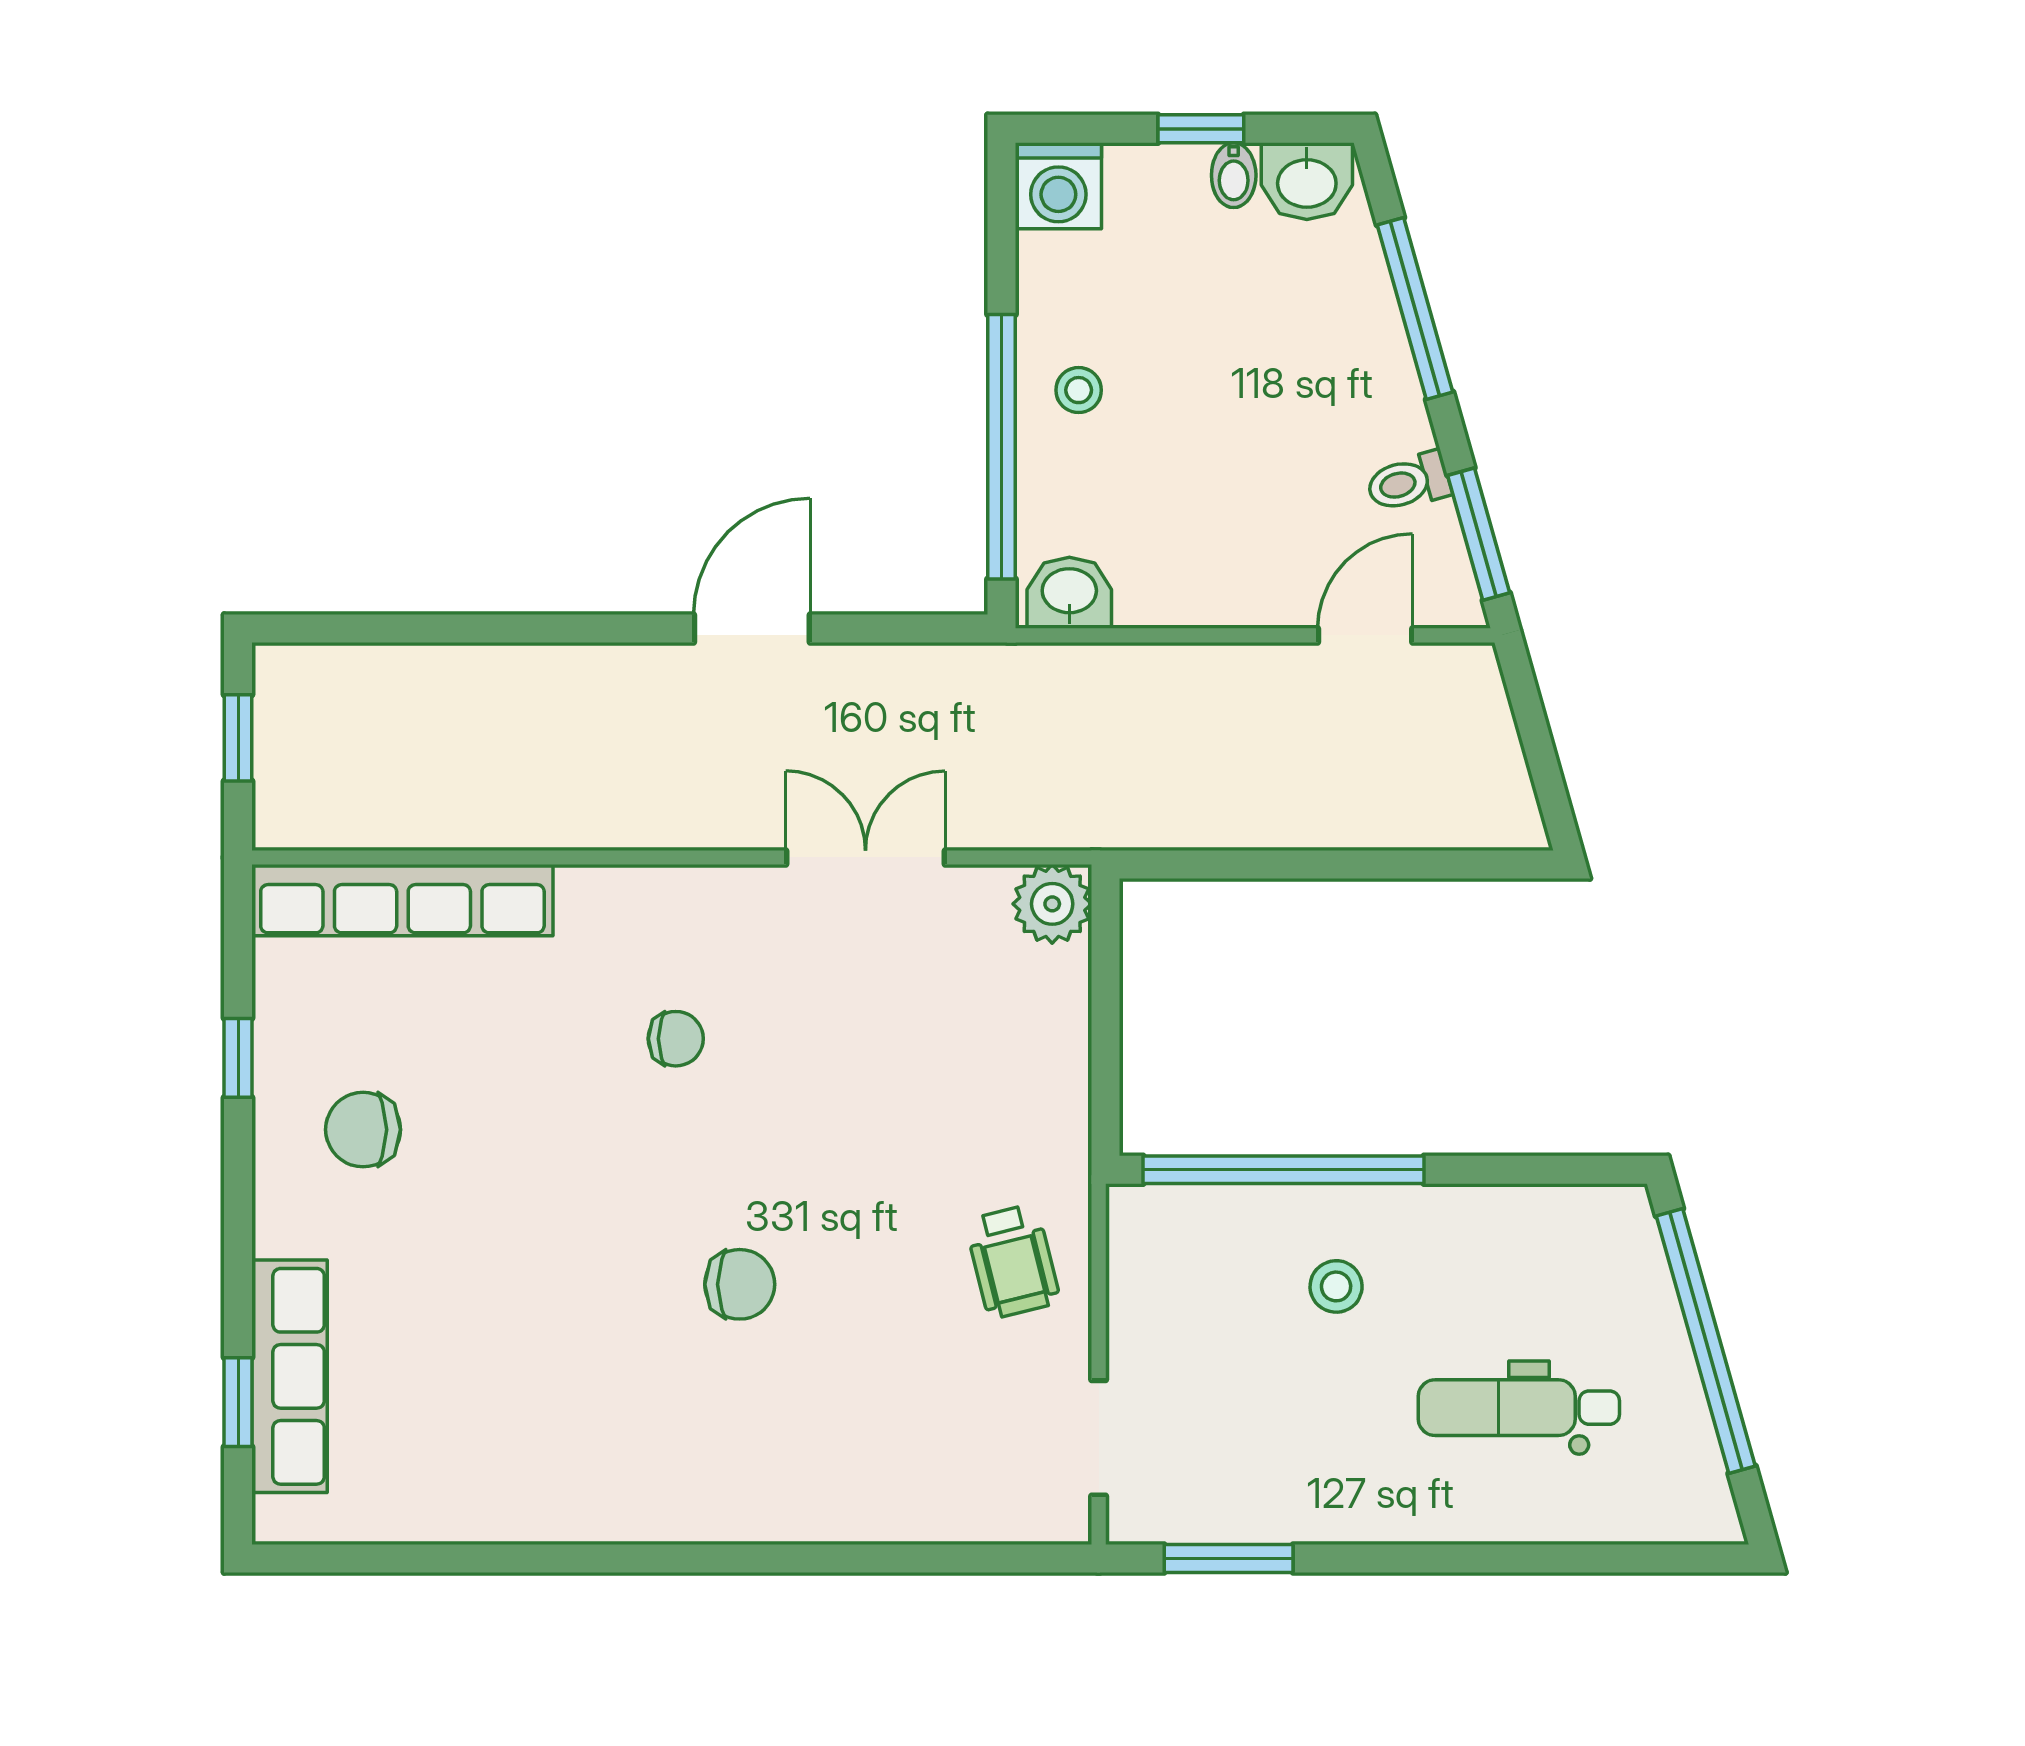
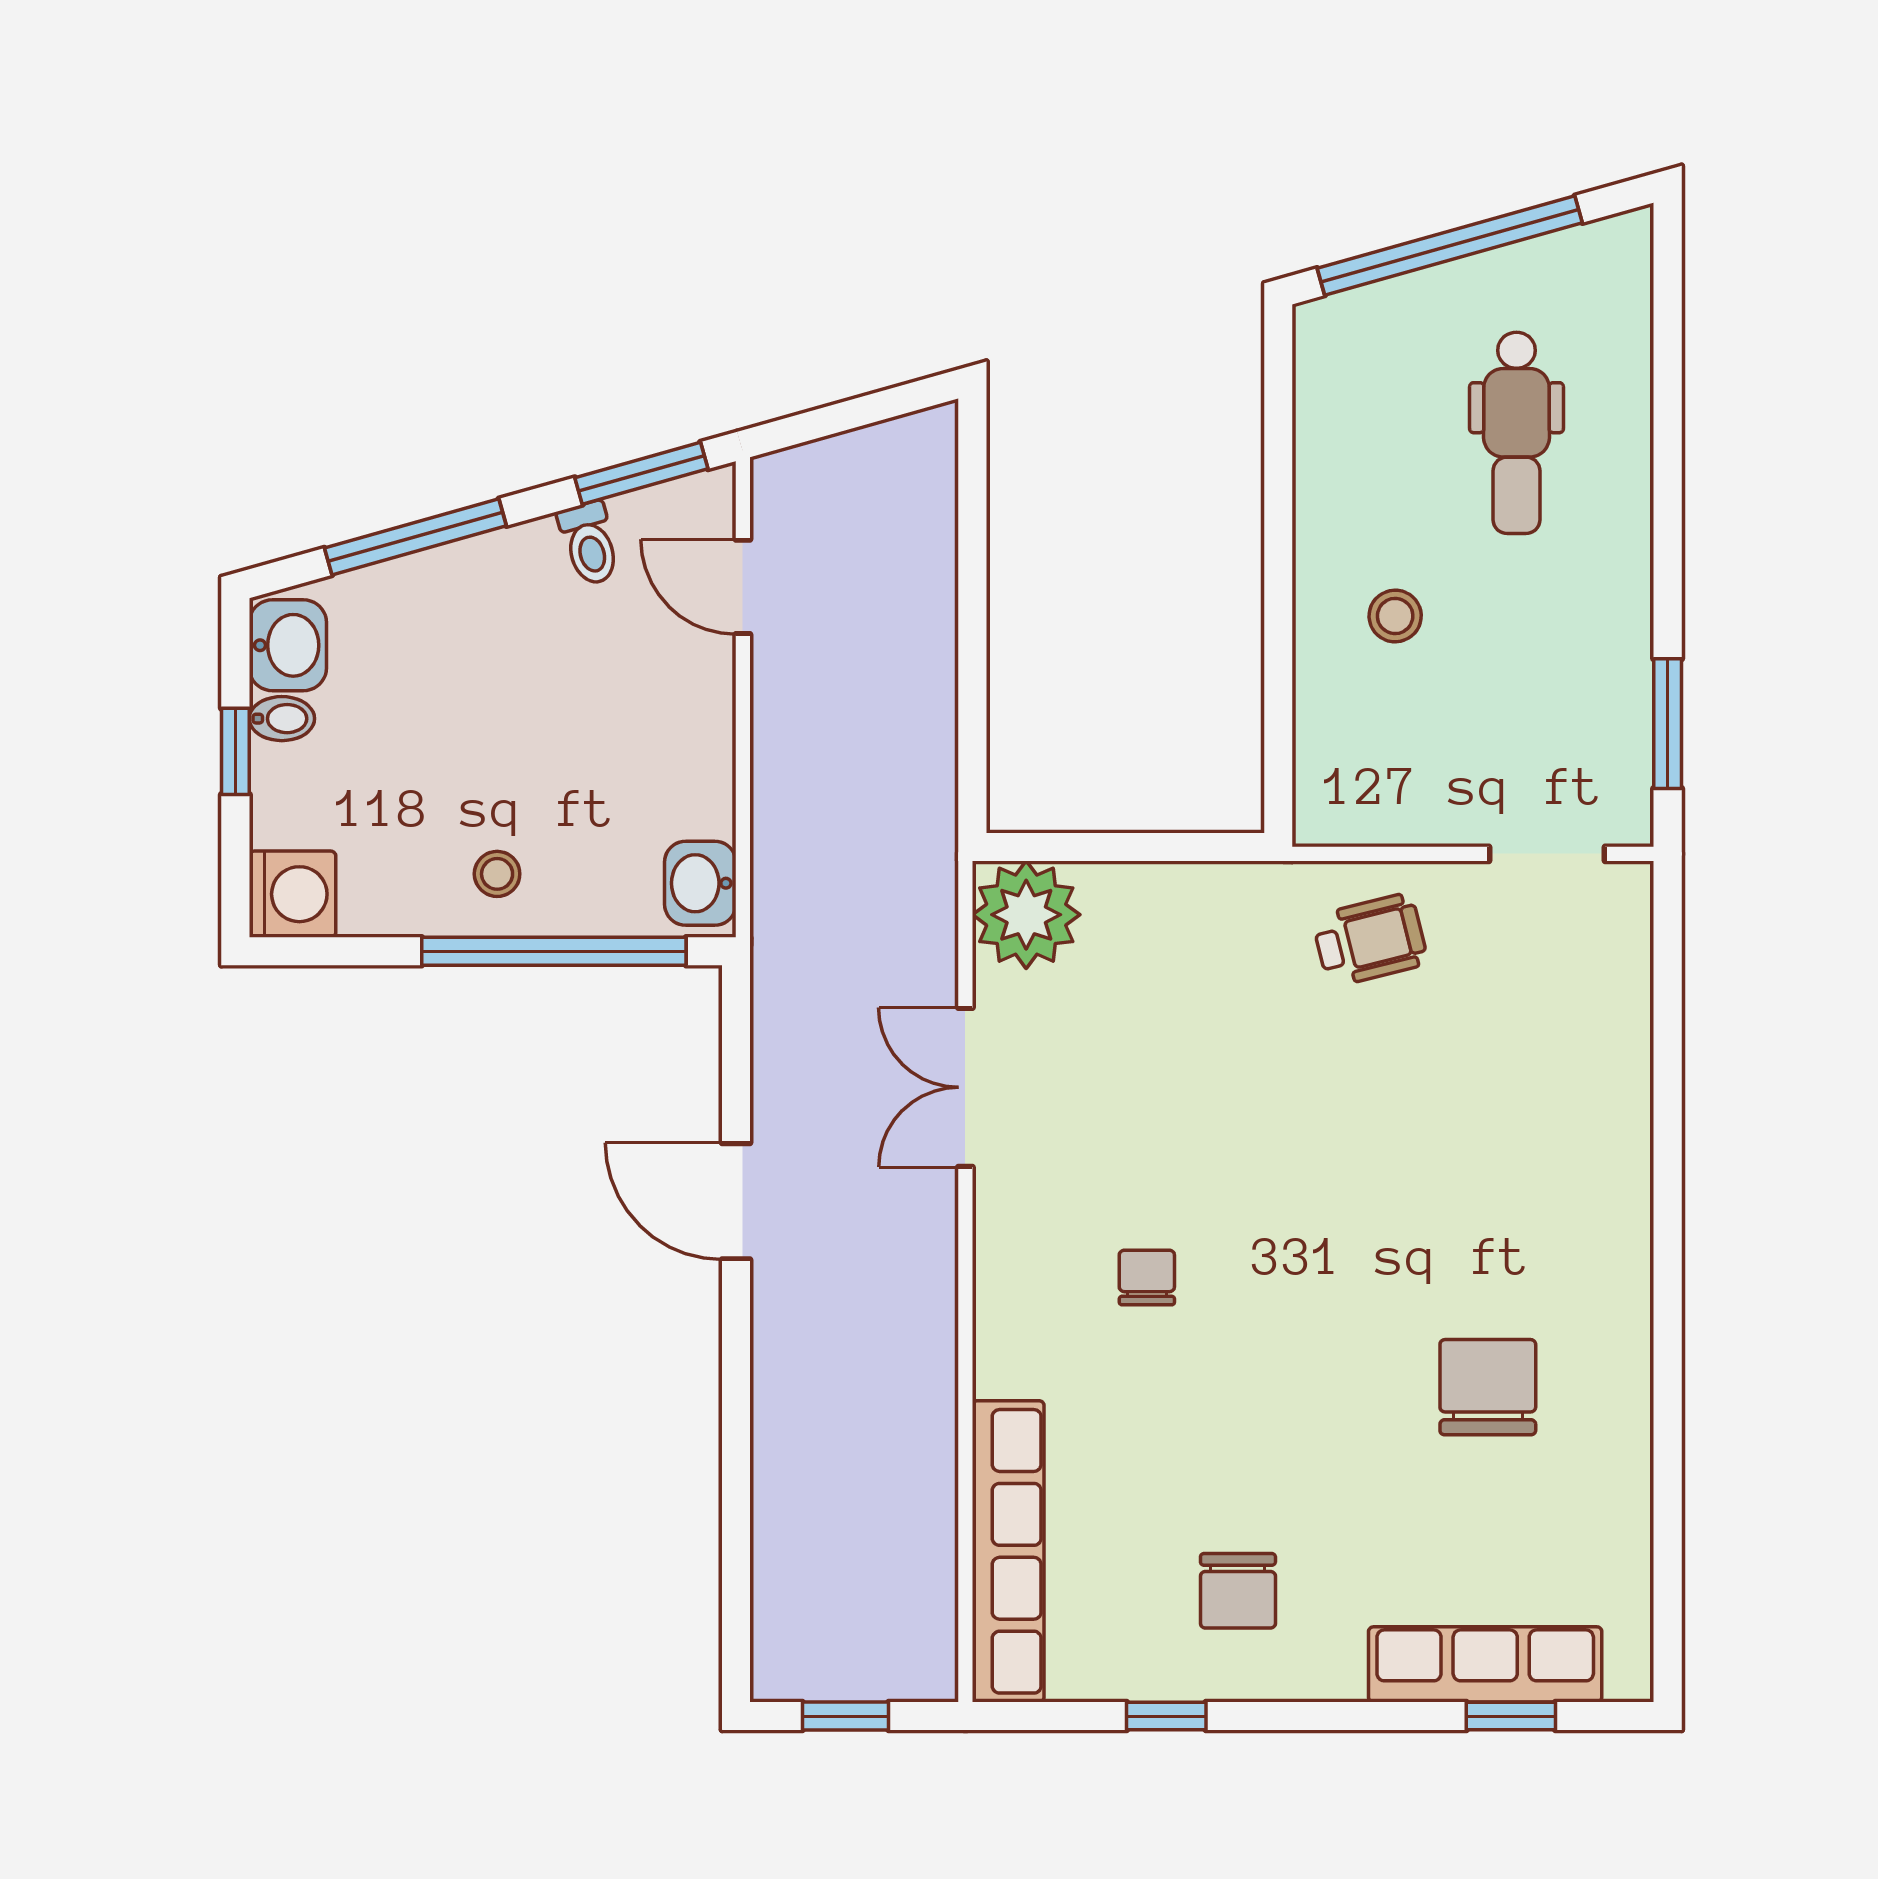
plant: (1052, 904) -> (1026, 915), width x1.36, depth x1.36
window: (1284, 1170) -> (1278, 669), removed
chair: (740, 1284) -> (1488, 1387), moved, width x1.37, depth x1.37

